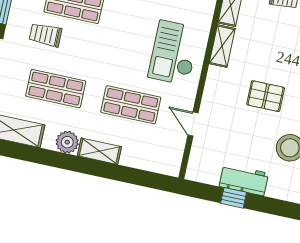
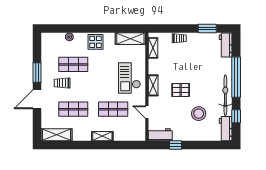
shelving: (222, 46) -> (153, 85), moved
plant: (67, 142) -> (85, 135), removed
workbench: (244, 180) -> (160, 135), moved

